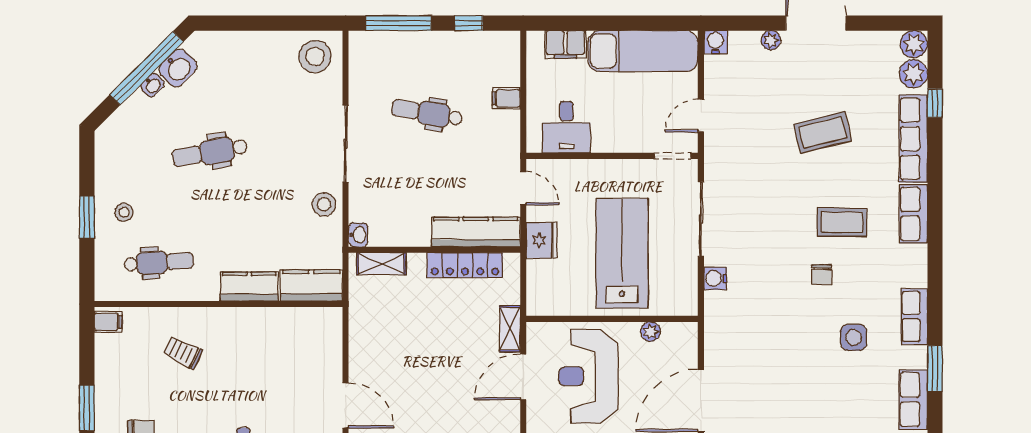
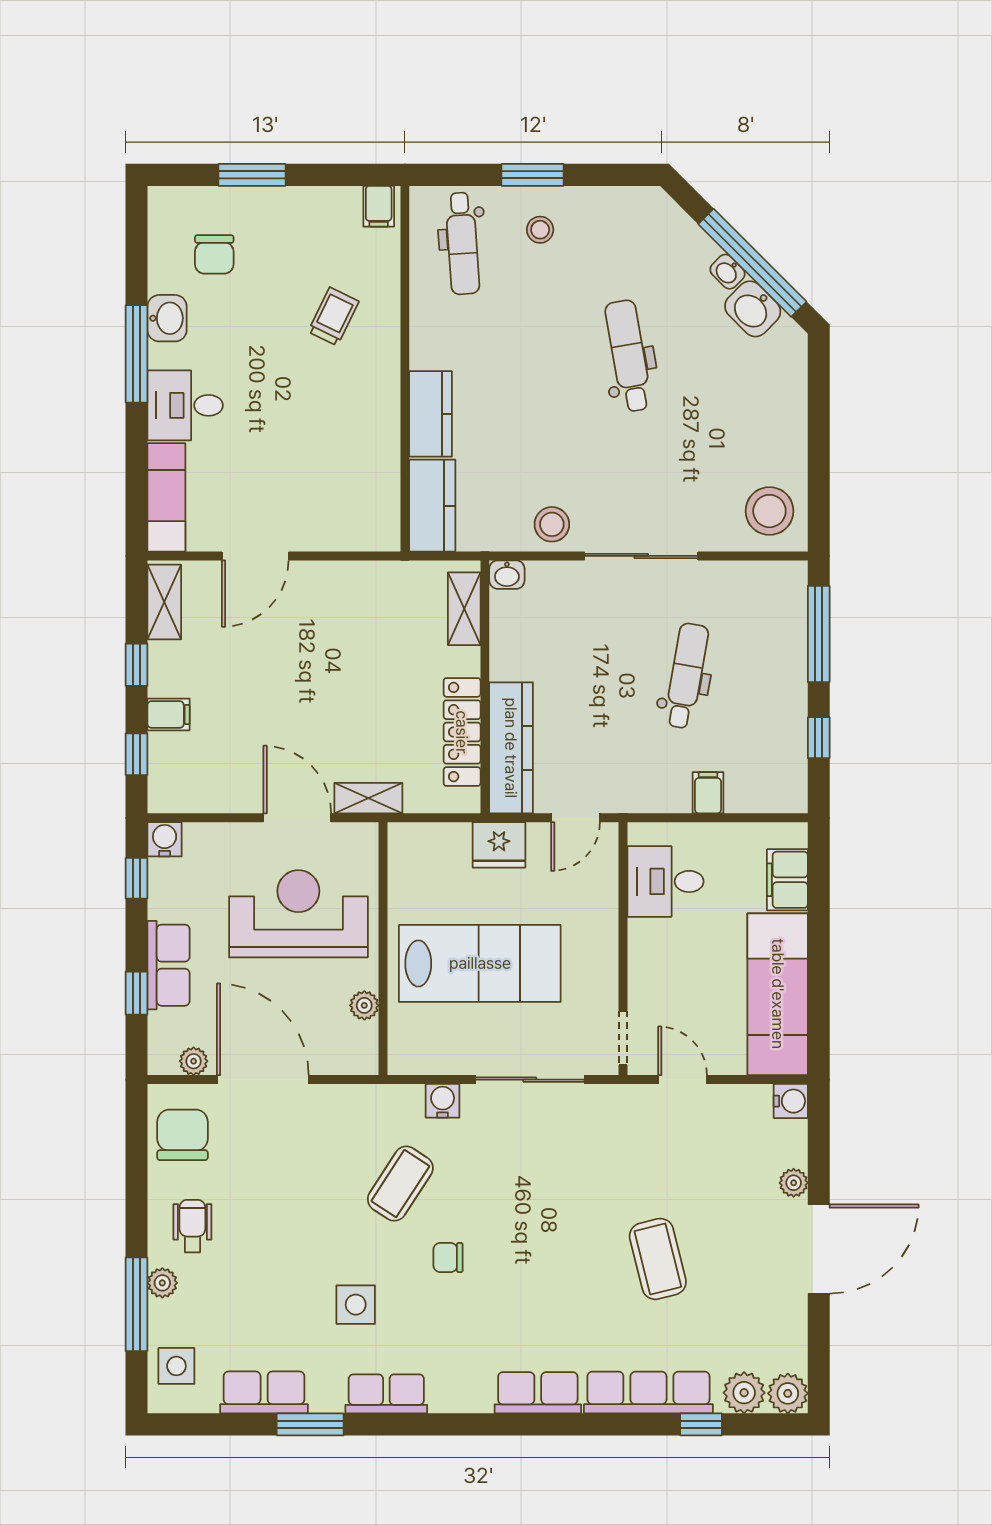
coffee table: (842, 222) -> (400, 1184), moved, turned 33
dental chair: (159, 262) -> (462, 243), moved

